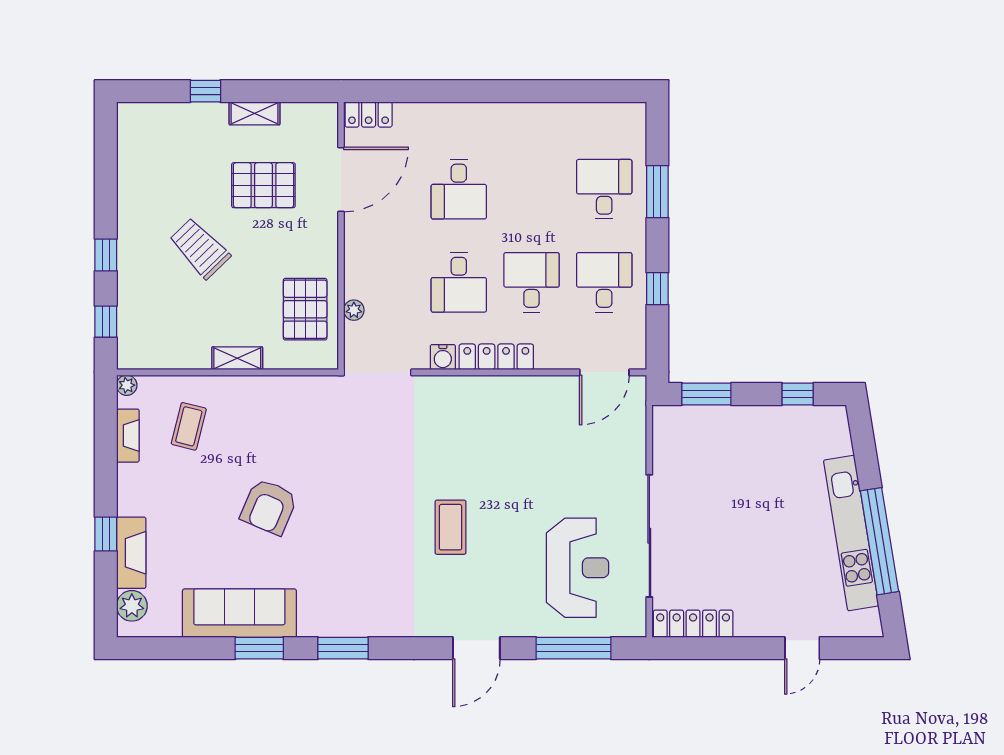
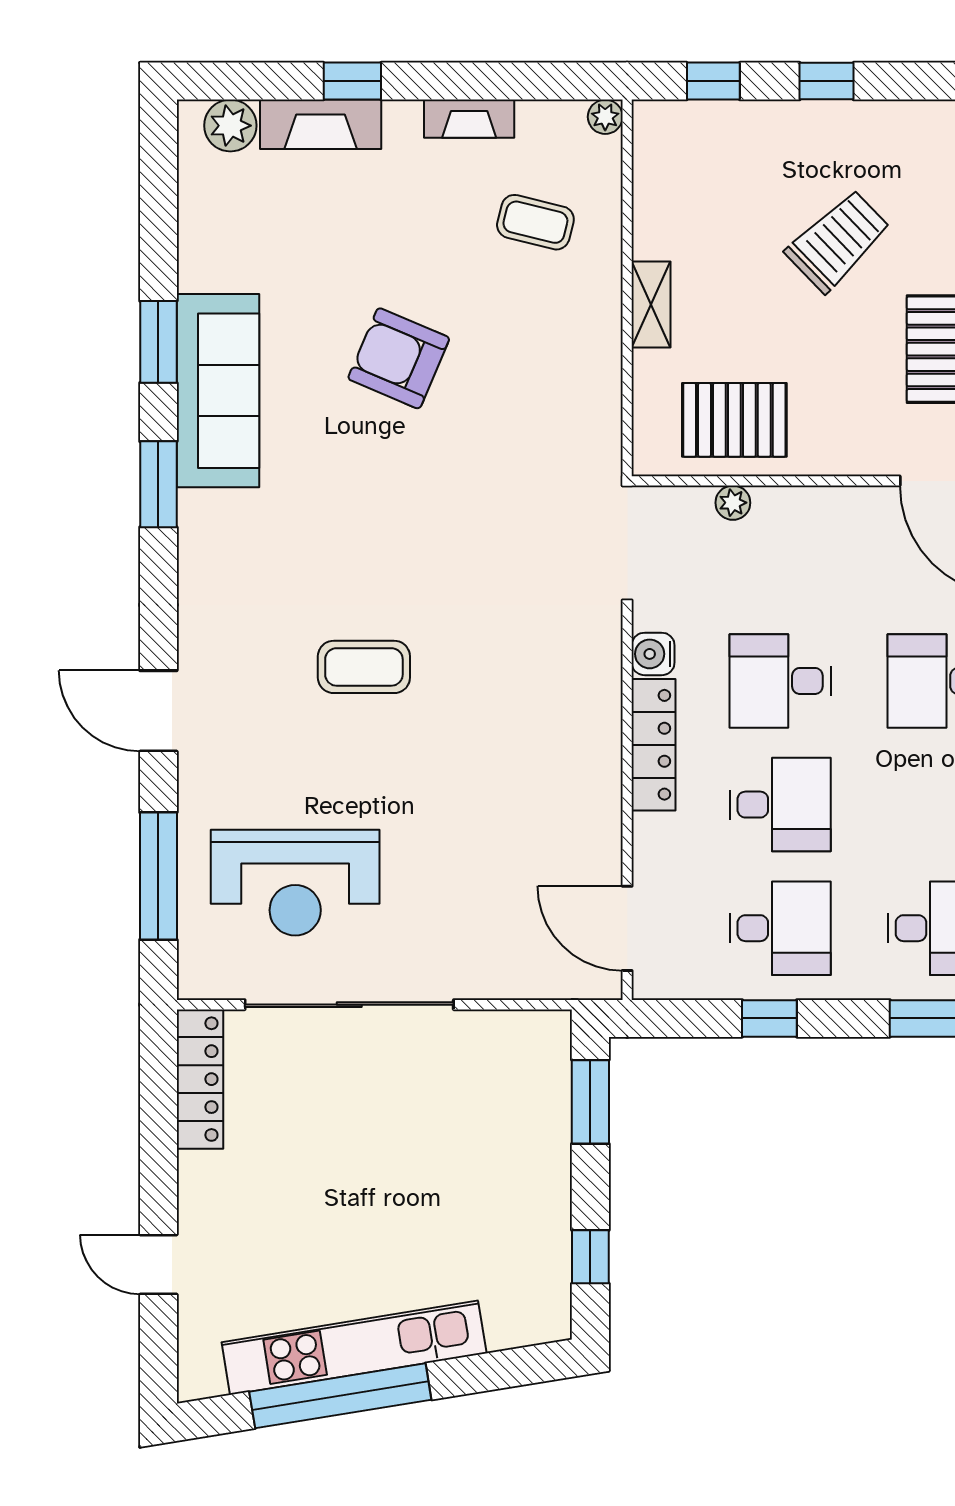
fireplace: (128, 436) -> (469, 119), moved
sofa: (239, 613) -> (218, 391), moved

